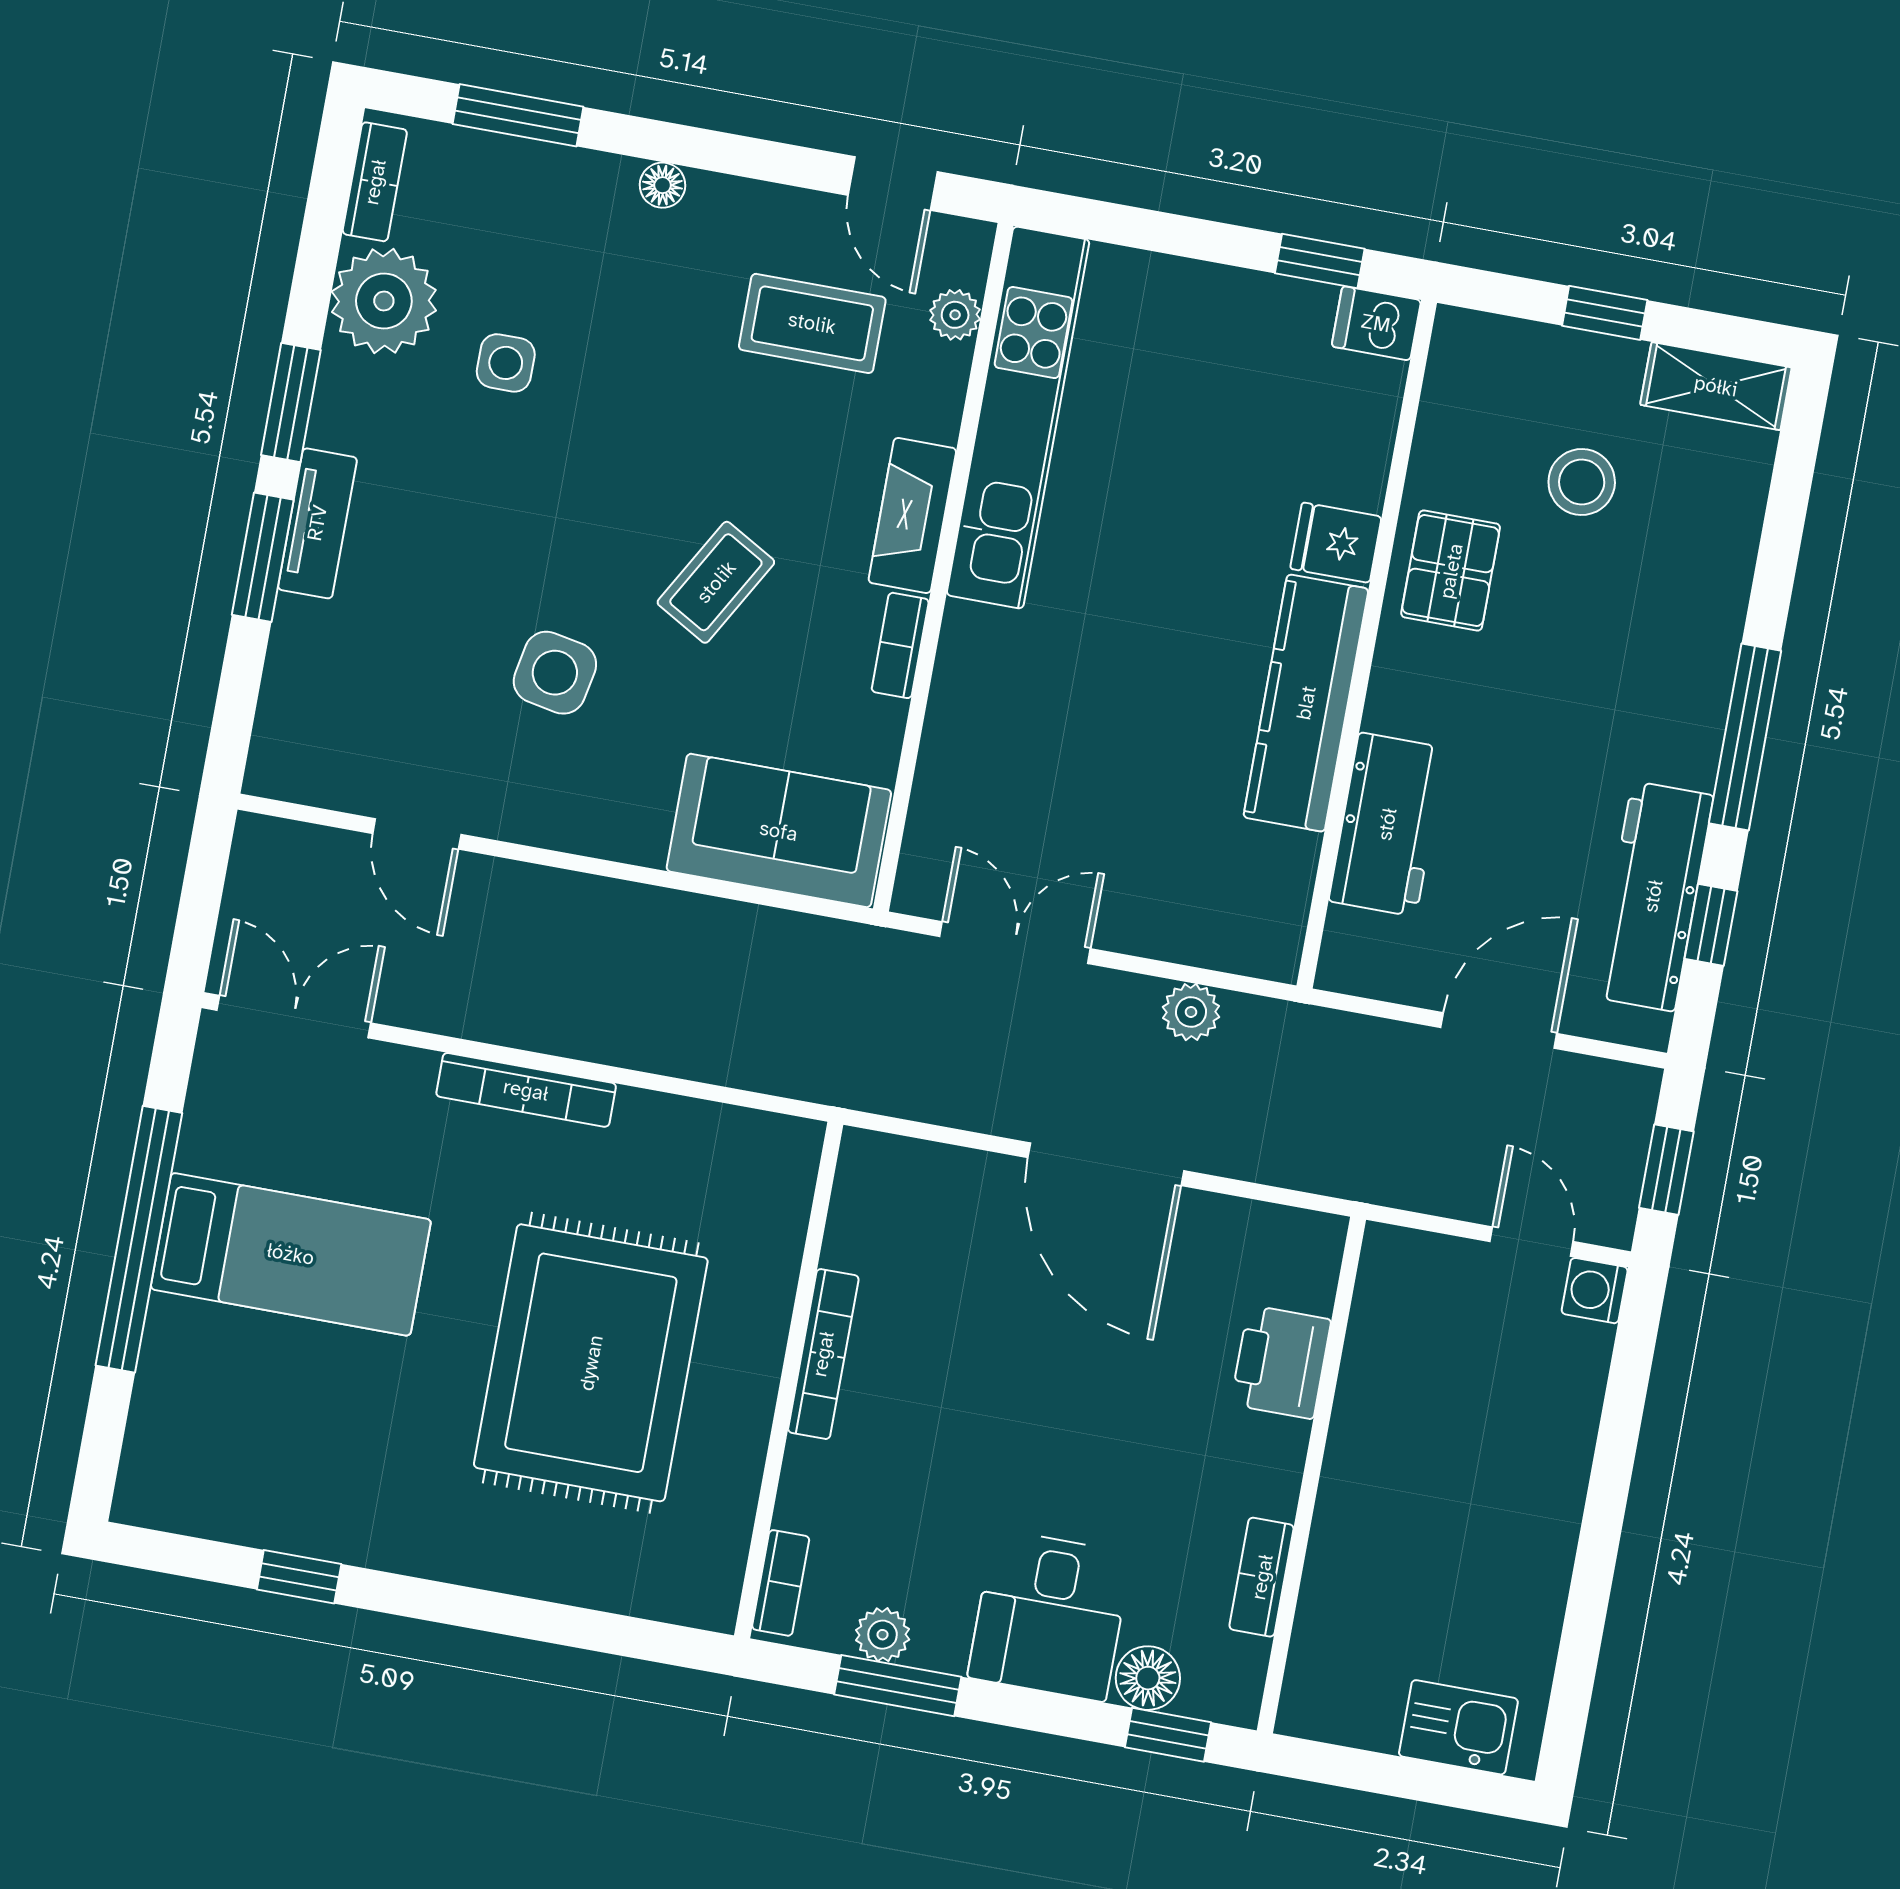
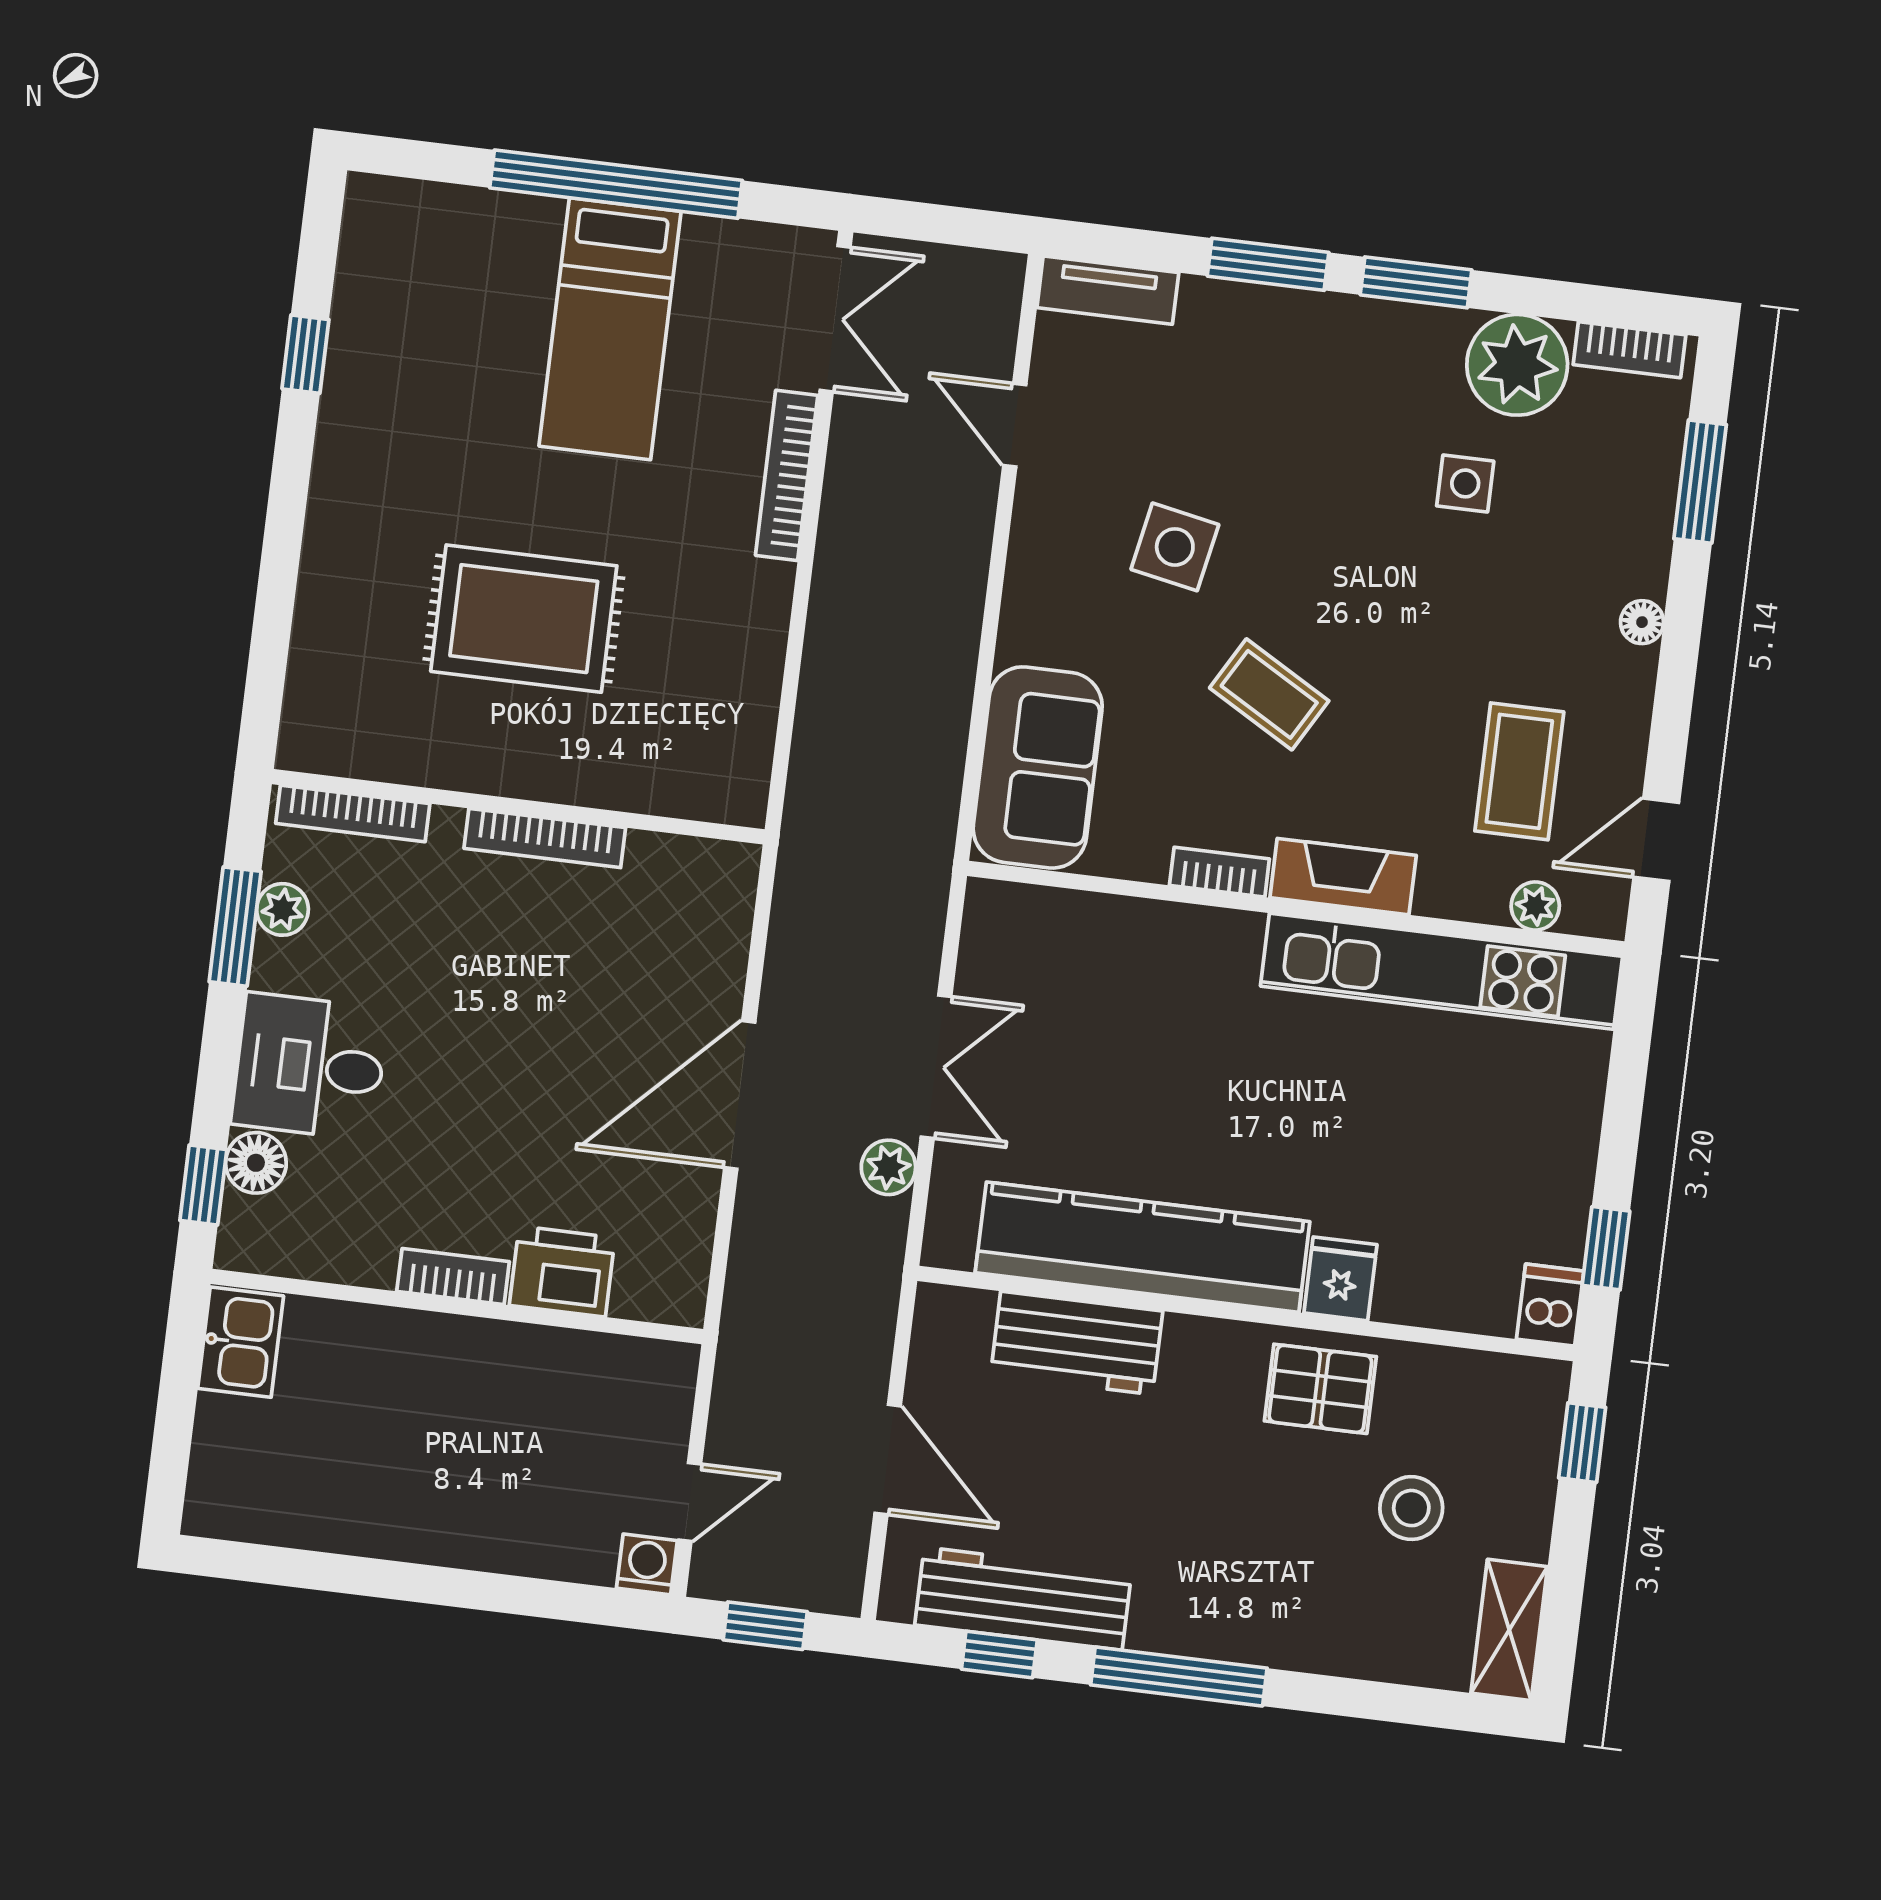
window: (1605, 313) -> (1582, 1443), moved
tv unit: (317, 523) -> (1108, 290), moved
kitchen counter: (1306, 703) -> (1143, 1247), width x1.39, depth x1.17
door: (417, 834) -> (1015, 425), hinge flipped
double door: (1015, 943) -> (936, 1067), moved
bookcase: (526, 1090) -> (787, 475), moved
rug: (591, 1363) -> (524, 619), width x0.73, depth x0.69
bookcase: (1262, 1577) -> (453, 1277), moved
bookcase: (781, 1583) -> (353, 814), width x1.56
kitchen sink: (1458, 1727) -> (241, 1342), moved

